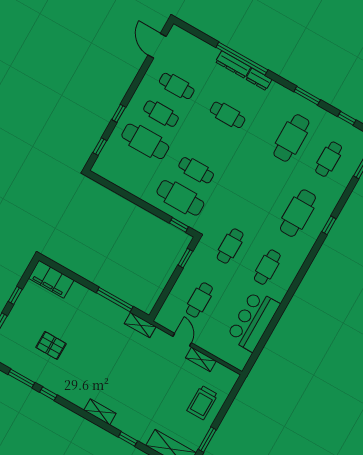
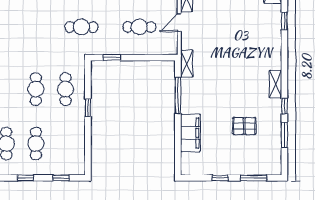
cafe table: (145, 141) -> (36, 144), width x0.73, depth x0.74
cafe table: (180, 198) -> (65, 89), width x0.73, depth x0.74
window: (179, 225) -> (88, 108), moved
filing cabinet: (51, 279) -> (190, 133), moved
pallet: (51, 345) -> (244, 126), turned 90
shelving: (100, 412) -> (275, 84), moved

